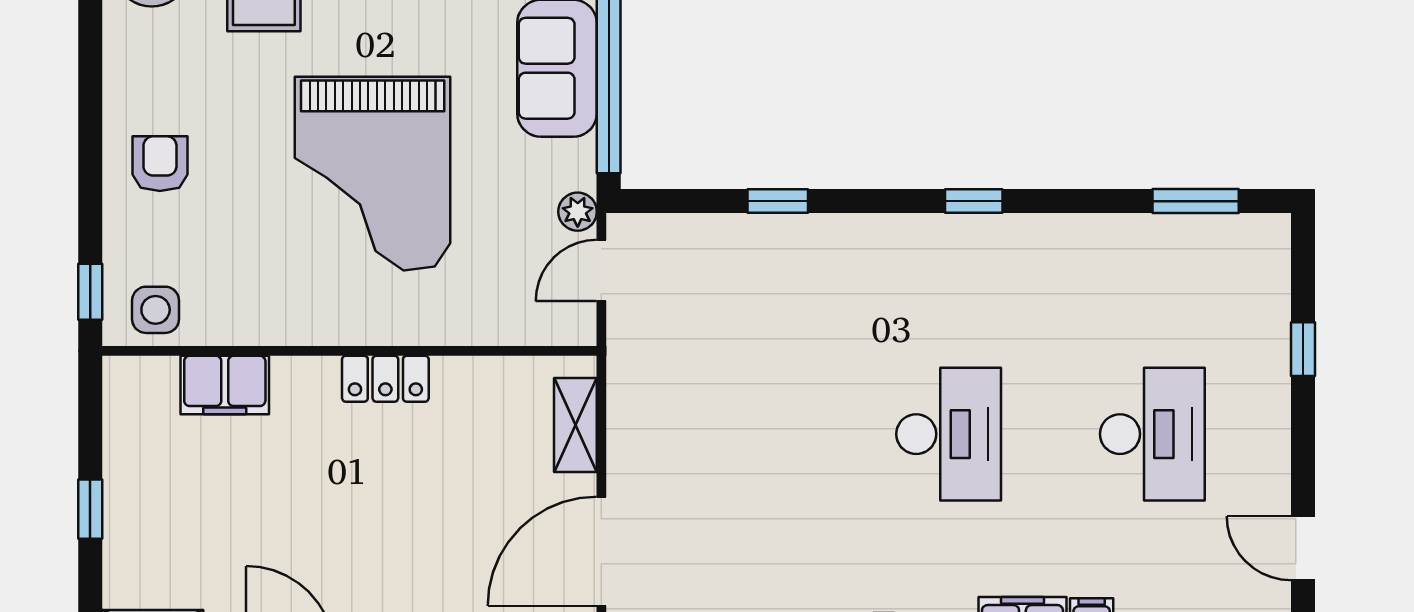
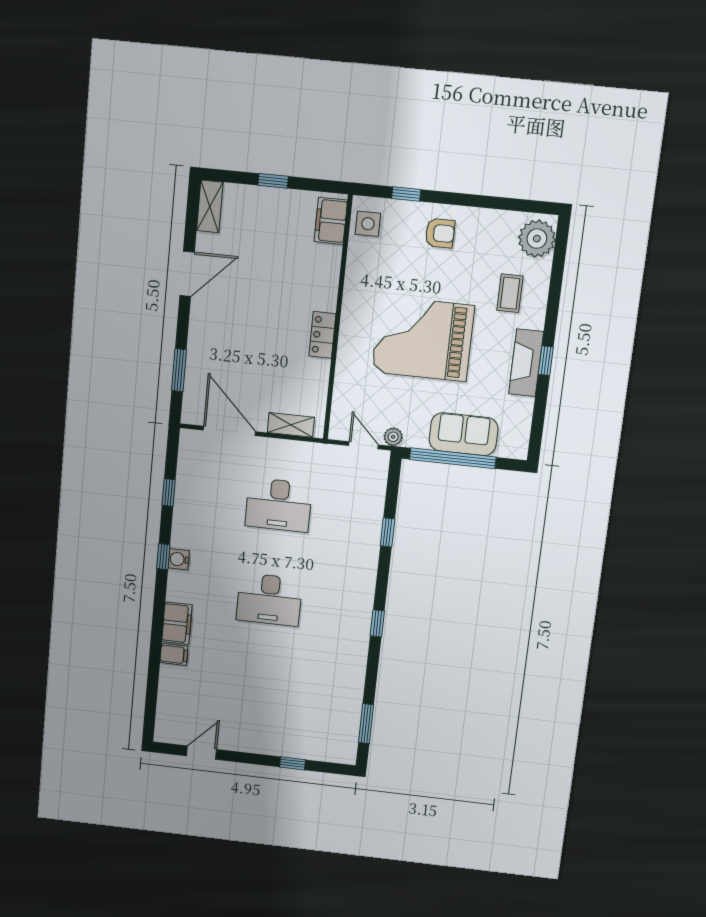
window: (90, 292) -> (406, 194), moved
filing cabinet: (225, 385) -> (331, 221), moved
desk: (1152, 434) -> (279, 505), moved

